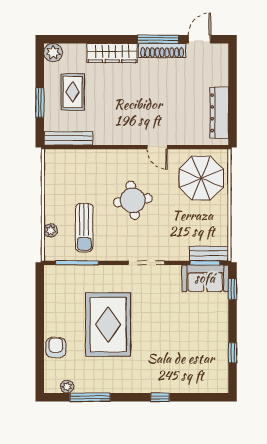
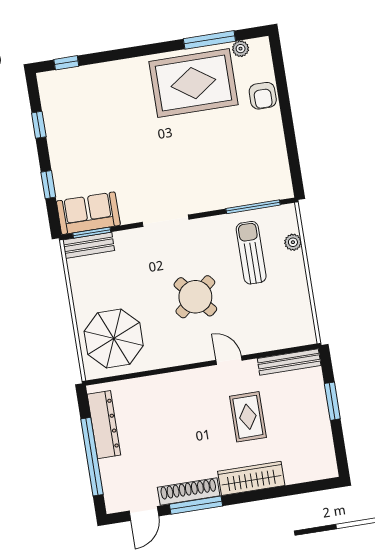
plant: (53, 53) -> (326, 467), removed
window: (233, 90) -> (92, 457), added
rug: (73, 92) -> (248, 417), moved
door: (157, 147) -> (229, 360), moved
round table: (133, 200) -> (195, 297), turned -32
window: (233, 289) -> (48, 185), moved
rug: (108, 324) -> (193, 83), moved, turned 90
window: (160, 397) -> (66, 63), moved

